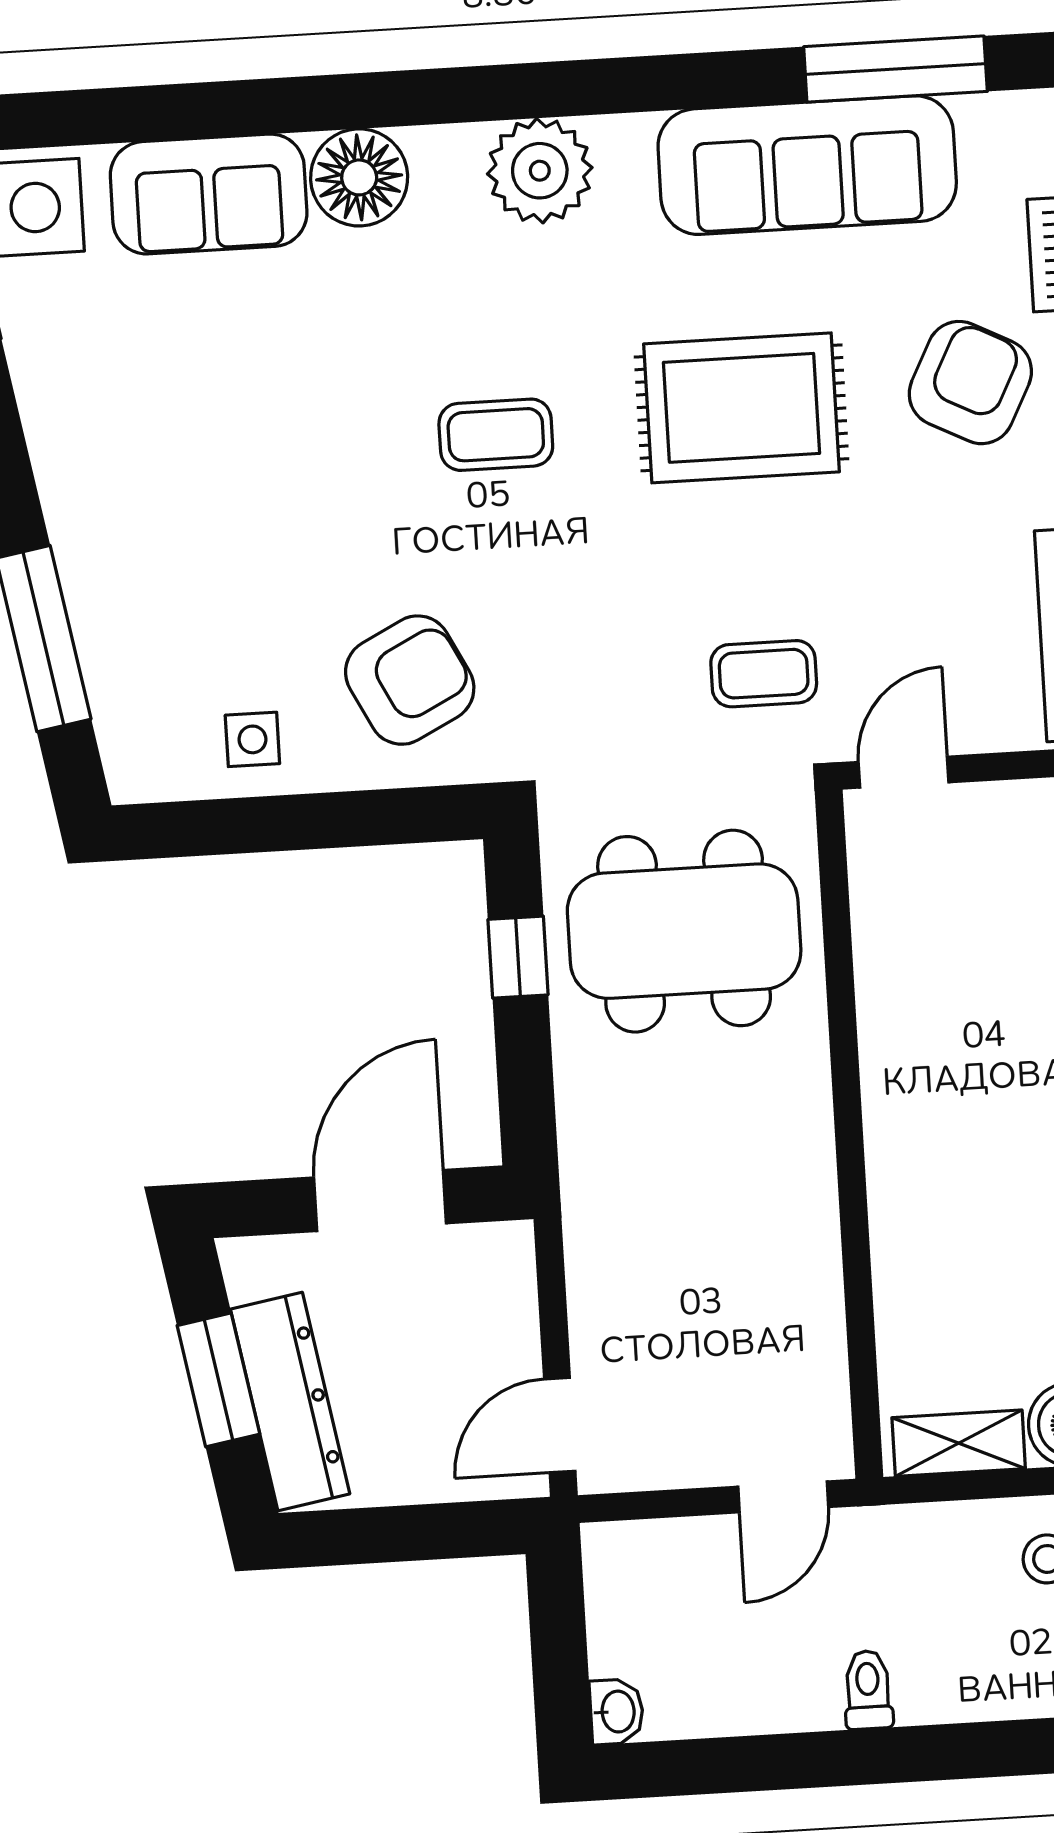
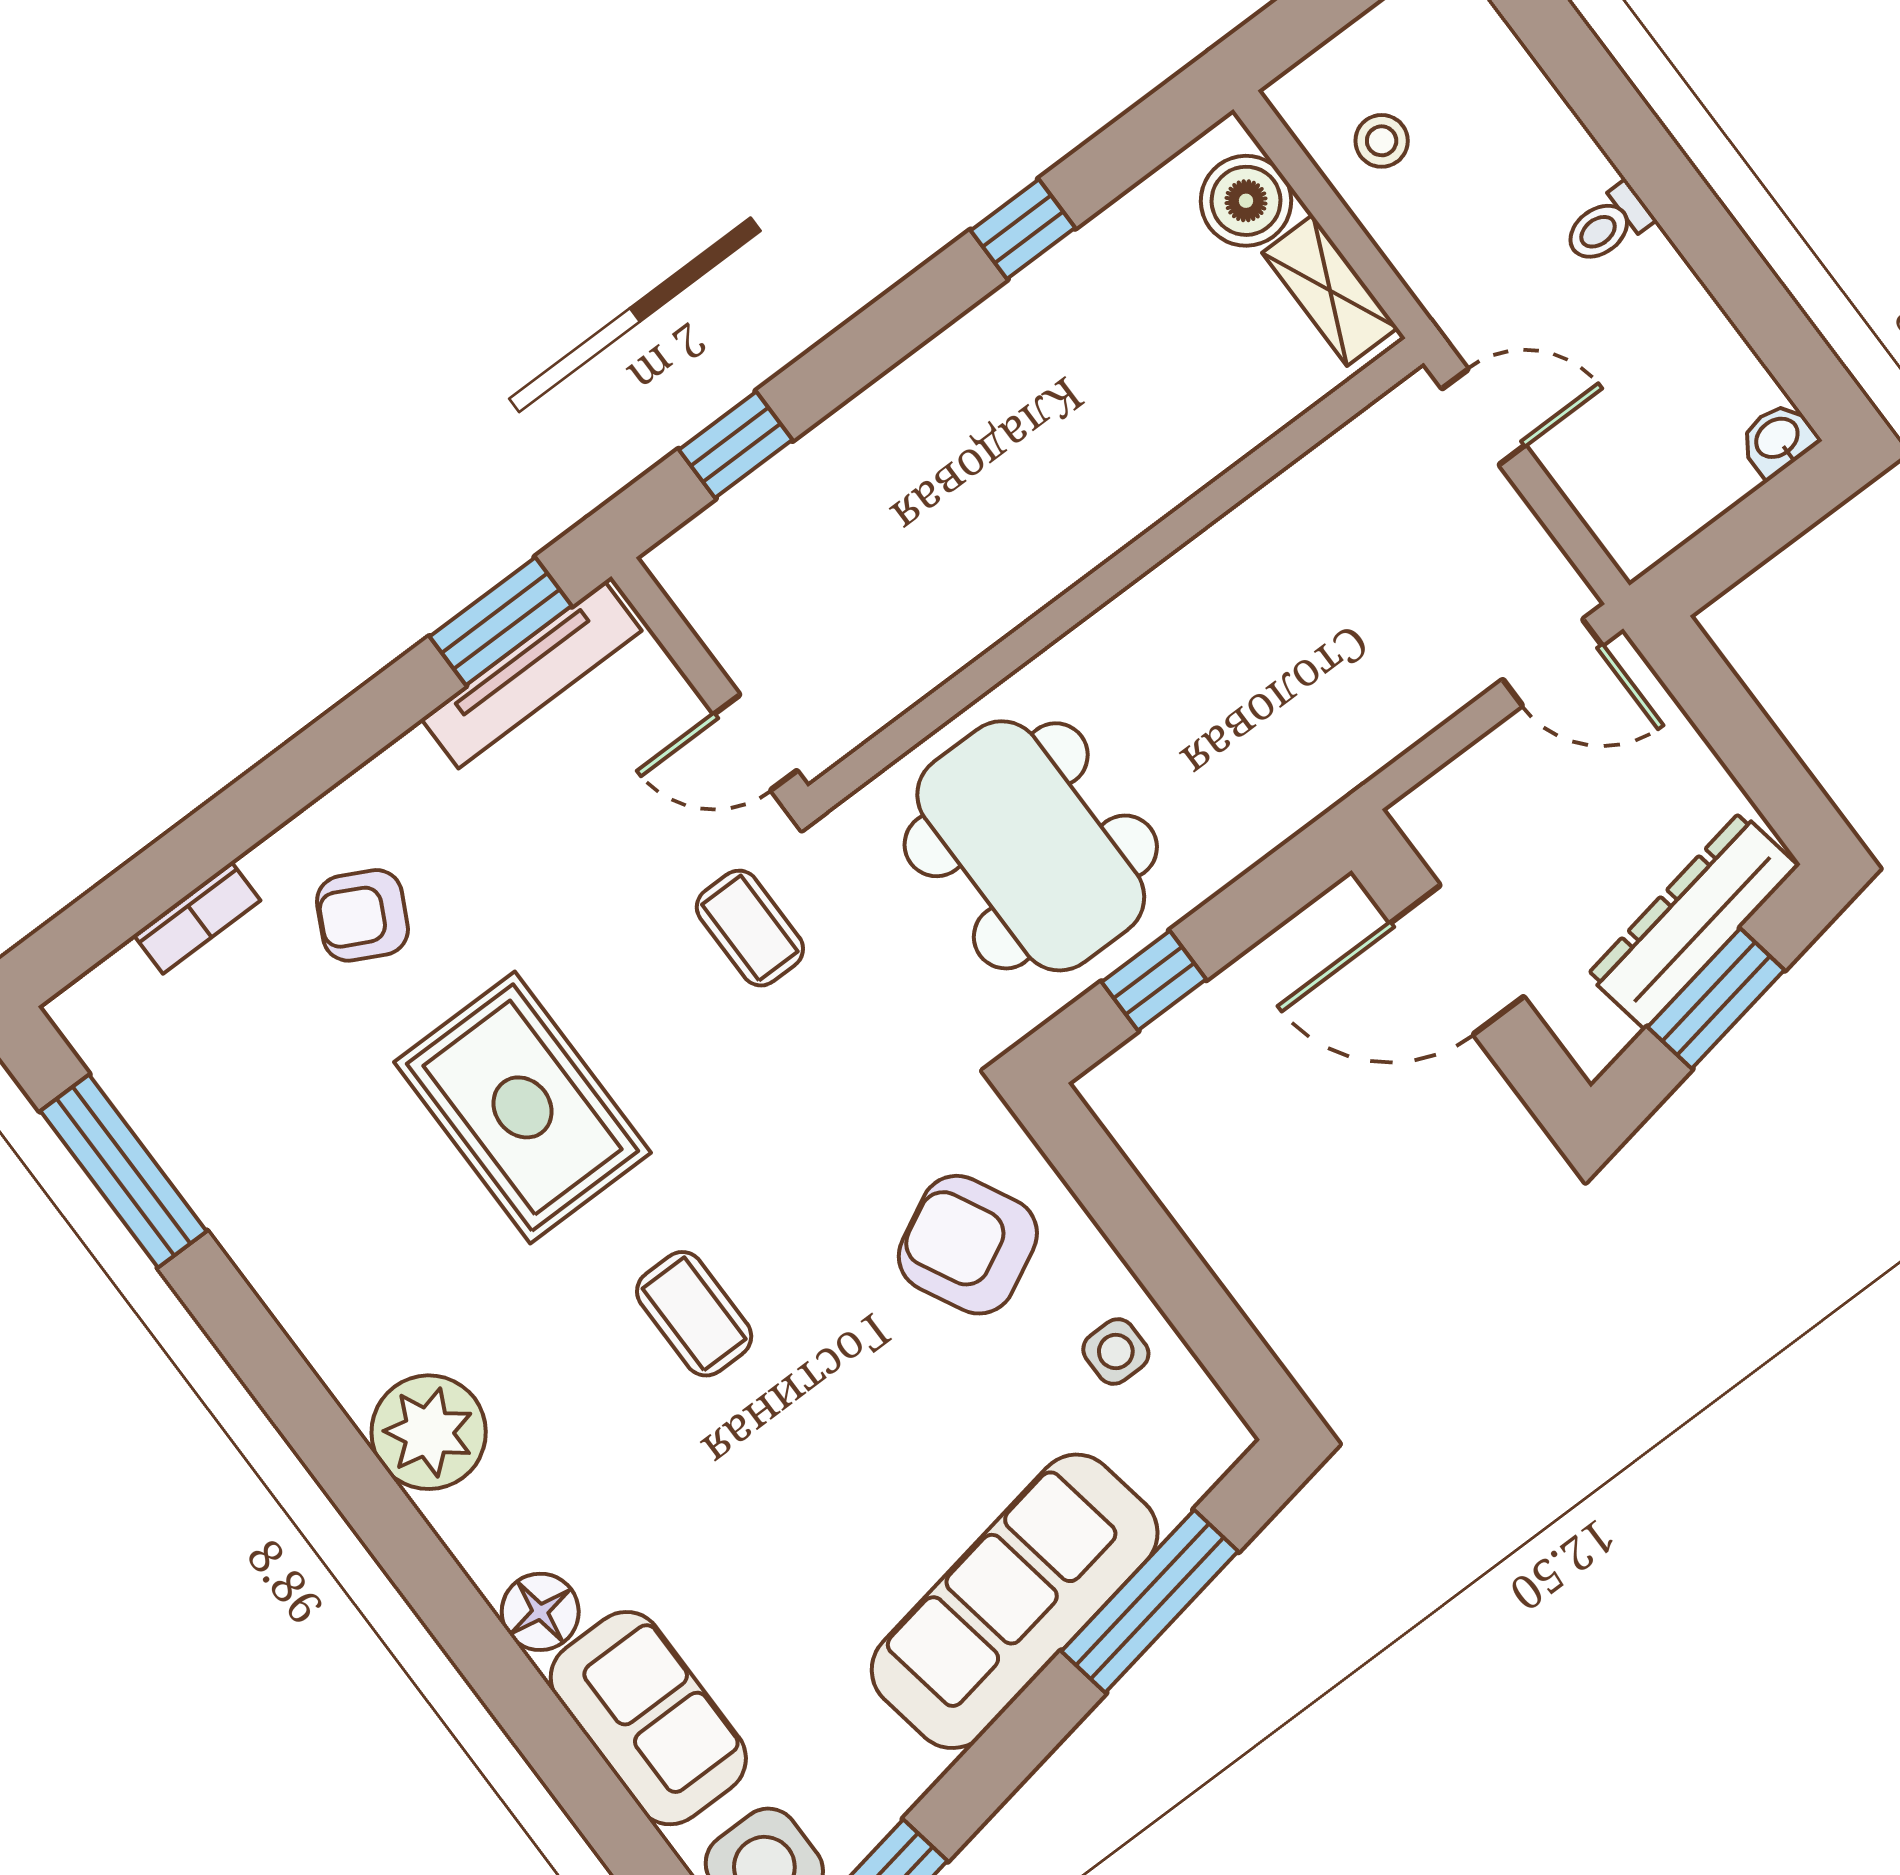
sofa: (807, 165) -> (1015, 1601), moved, turned -100
floor lamp: (359, 177) -> (540, 1612), width x0.73, depth x0.73
armchair: (970, 383) -> (362, 915), width x0.72, depth x0.72

